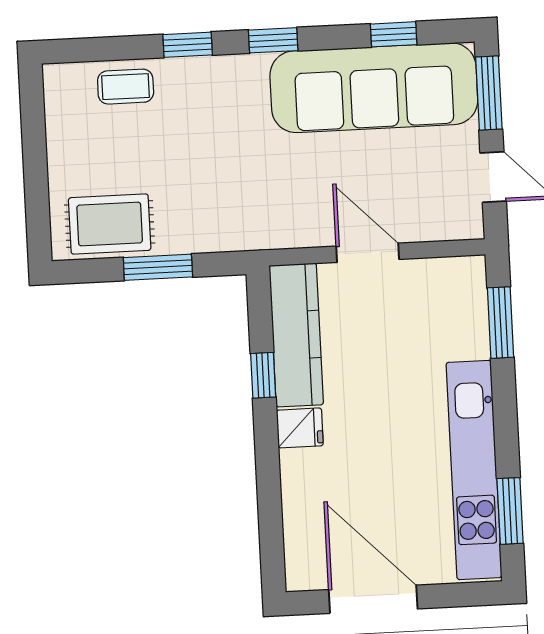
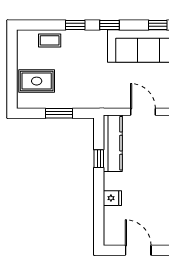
rug: (110, 224) -> (37, 81), moved
fridge: (300, 428) -> (112, 198), moved
door: (373, 599) -> (138, 250), width x0.73

